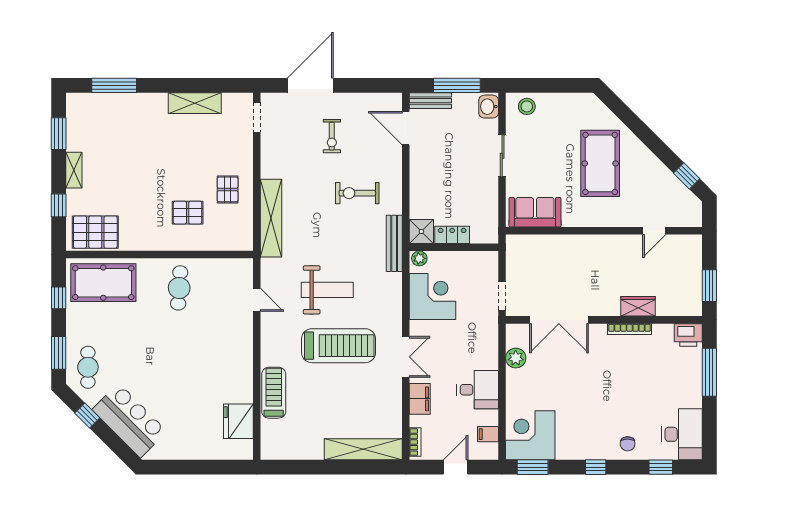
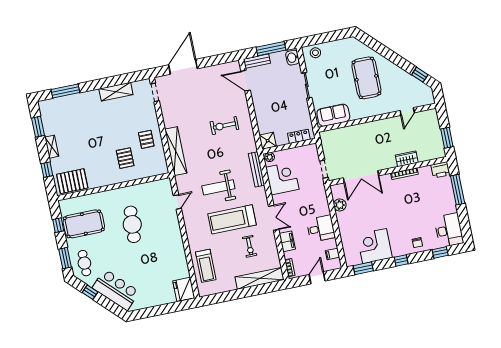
exercise bike: (332, 136) -> (250, 246), moved
pallet: (188, 213) -> (125, 158), turned 90
locker: (452, 235) -> (299, 136), moved
bench: (394, 243) -> (257, 169), moved
pool table: (103, 283) -> (84, 224), moved
cafe table: (179, 288) -> (132, 224), moved, width x1.37, depth x1.35
weight bench: (327, 290) -> (218, 187), turned 180
door: (257, 300) -> (177, 202), hinge flipped
treadmill: (339, 346) -> (232, 219), turned 180
treadmill: (274, 393) -> (206, 266), moved, turned 180
fridge: (238, 421) -> (184, 289), moved
corner desk: (530, 435) -> (375, 246), moved

